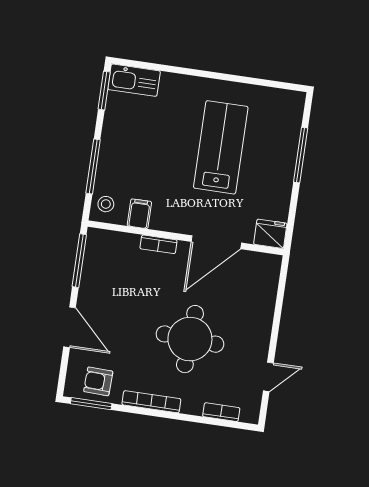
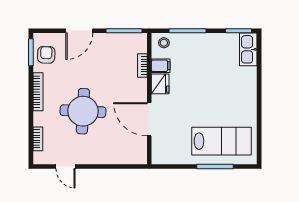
lab bench: (221, 147) -> (221, 141), moved
fridge: (270, 234) -> (160, 84), moved
bookcase: (158, 244) -> (142, 66), moved

